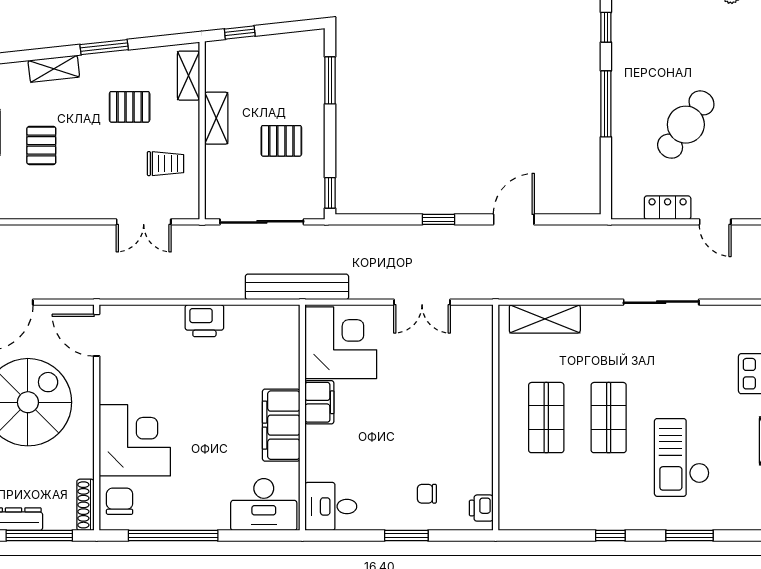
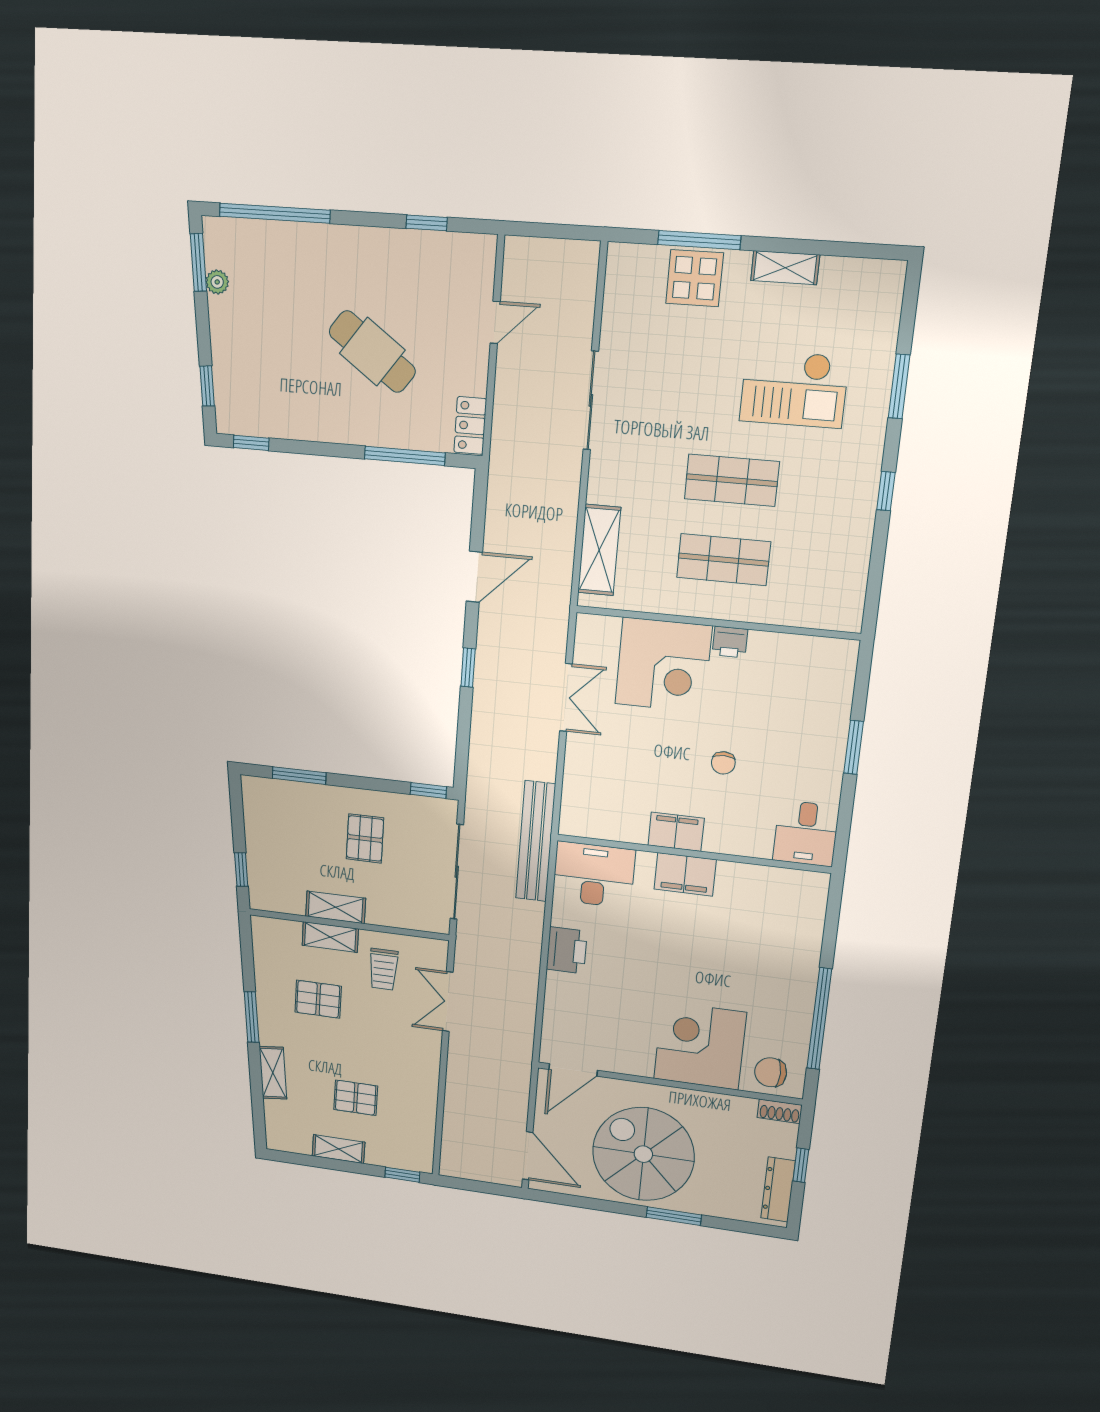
shelving: (189, 76) -> (330, 937), moved
window: (606, 104) -> (405, 456), moved
pallet: (130, 107) -> (318, 999), turned 90
trolley: (165, 164) -> (383, 969), turned 180
locker: (668, 208) -> (470, 425), moved
door: (514, 219) -> (474, 577), swing flipped
double door: (144, 222) -> (448, 1002), swing flipped
corner desk: (341, 343) -> (663, 665), moved, turned 180
filing cabinet: (281, 425) -> (685, 874), width x0.67, depth x0.86
chair: (427, 494) -> (723, 763), moved
shoe rack: (86, 505) -> (780, 1111), width x0.70
desk: (264, 505) -> (594, 875), moved, turned -90
printer: (481, 508) -> (730, 642), moved
window: (39, 536) -> (801, 1165), width x0.46

